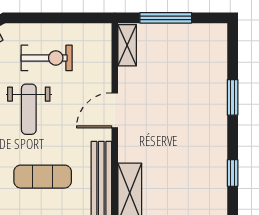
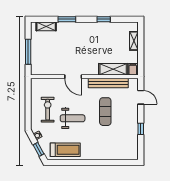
shelving: (127, 45) -> (46, 26), moved

